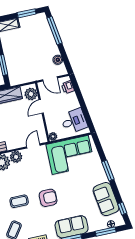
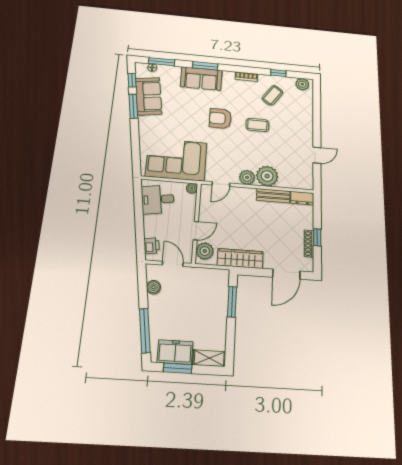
freezer: (31, 23) -> (175, 352), added
window: (108, 170) -> (133, 106), moved

